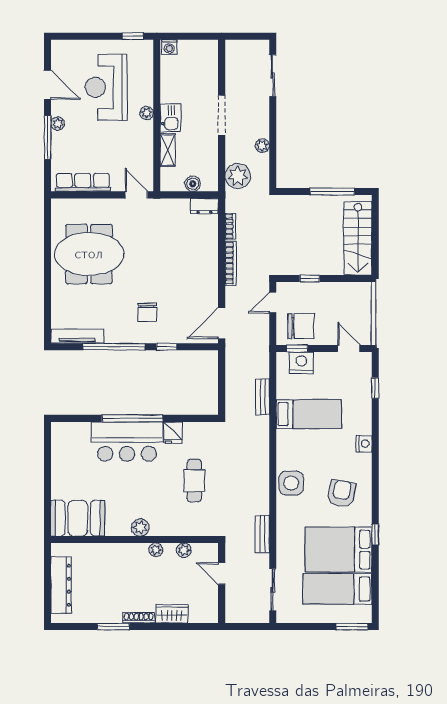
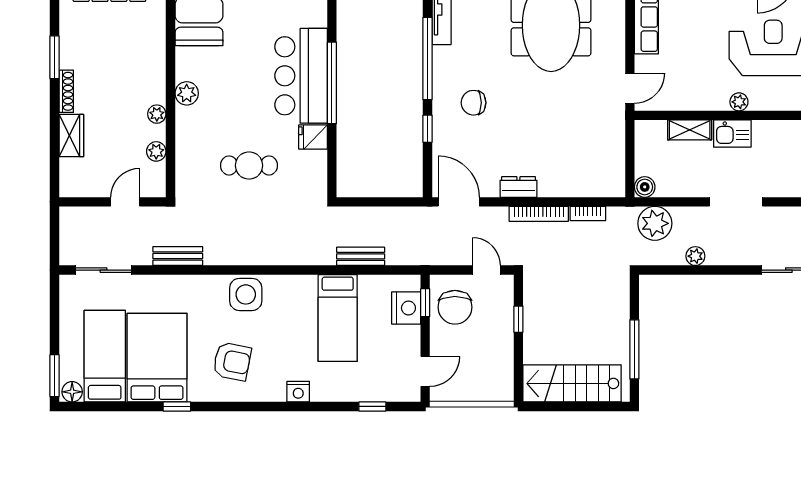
boiler: (193, 184) -> (645, 187), moved
dresser: (204, 206) -> (518, 187), moved, turned 90
floor lamp: (364, 613) -> (72, 392), added

